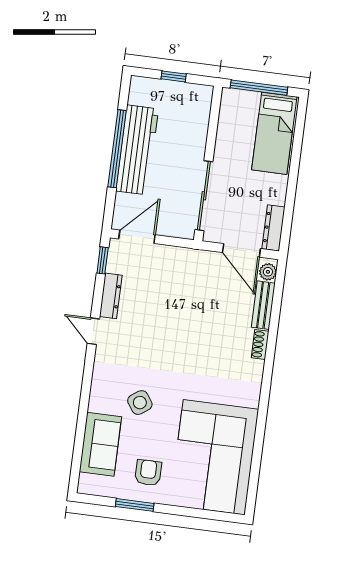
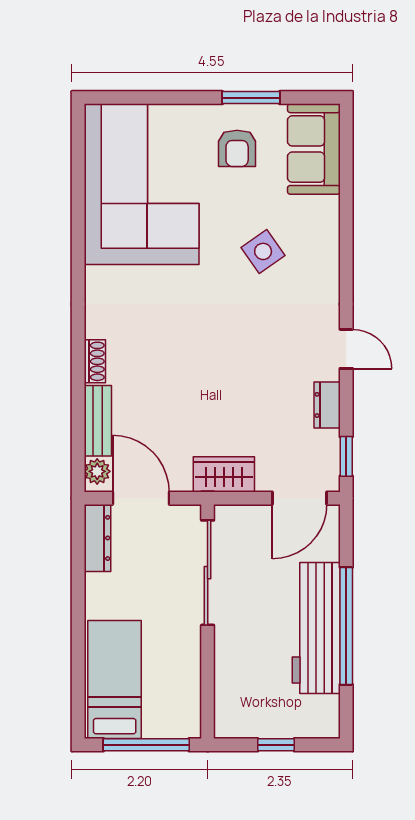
wardrobe: (185, 259) -> (224, 474), added
dresser: (111, 296) -> (327, 405), width x0.70
sofa: (100, 444) -> (314, 149), moved

